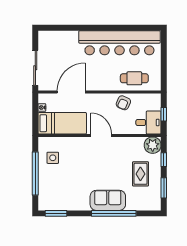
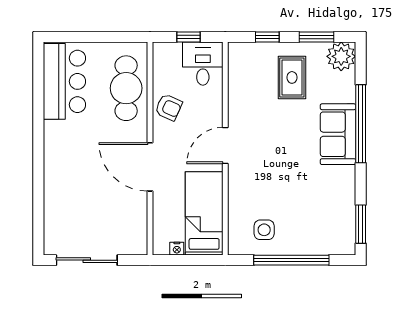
bar counter: (119, 43) -> (64, 81), width x0.54
sliding door: (35, 68) -> (87, 260), moved
cafe table: (134, 78) -> (126, 88), width x1.37, depth x1.35
door: (71, 92) -> (150, 167), moved
plant: (153, 145) -> (341, 56), moved
rug: (140, 174) -> (292, 77), turned 90

